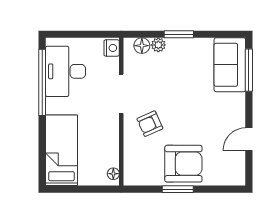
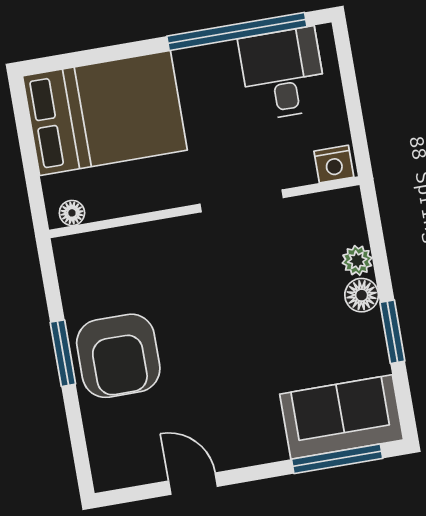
window: (179, 34) -> (392, 332), moved
floor lamp: (142, 46) -> (362, 295), moved
desk: (65, 71) -> (283, 74), width x0.73
armchair: (150, 124) -> (190, 271), removed
bed: (61, 150) -> (105, 113), width x1.50

